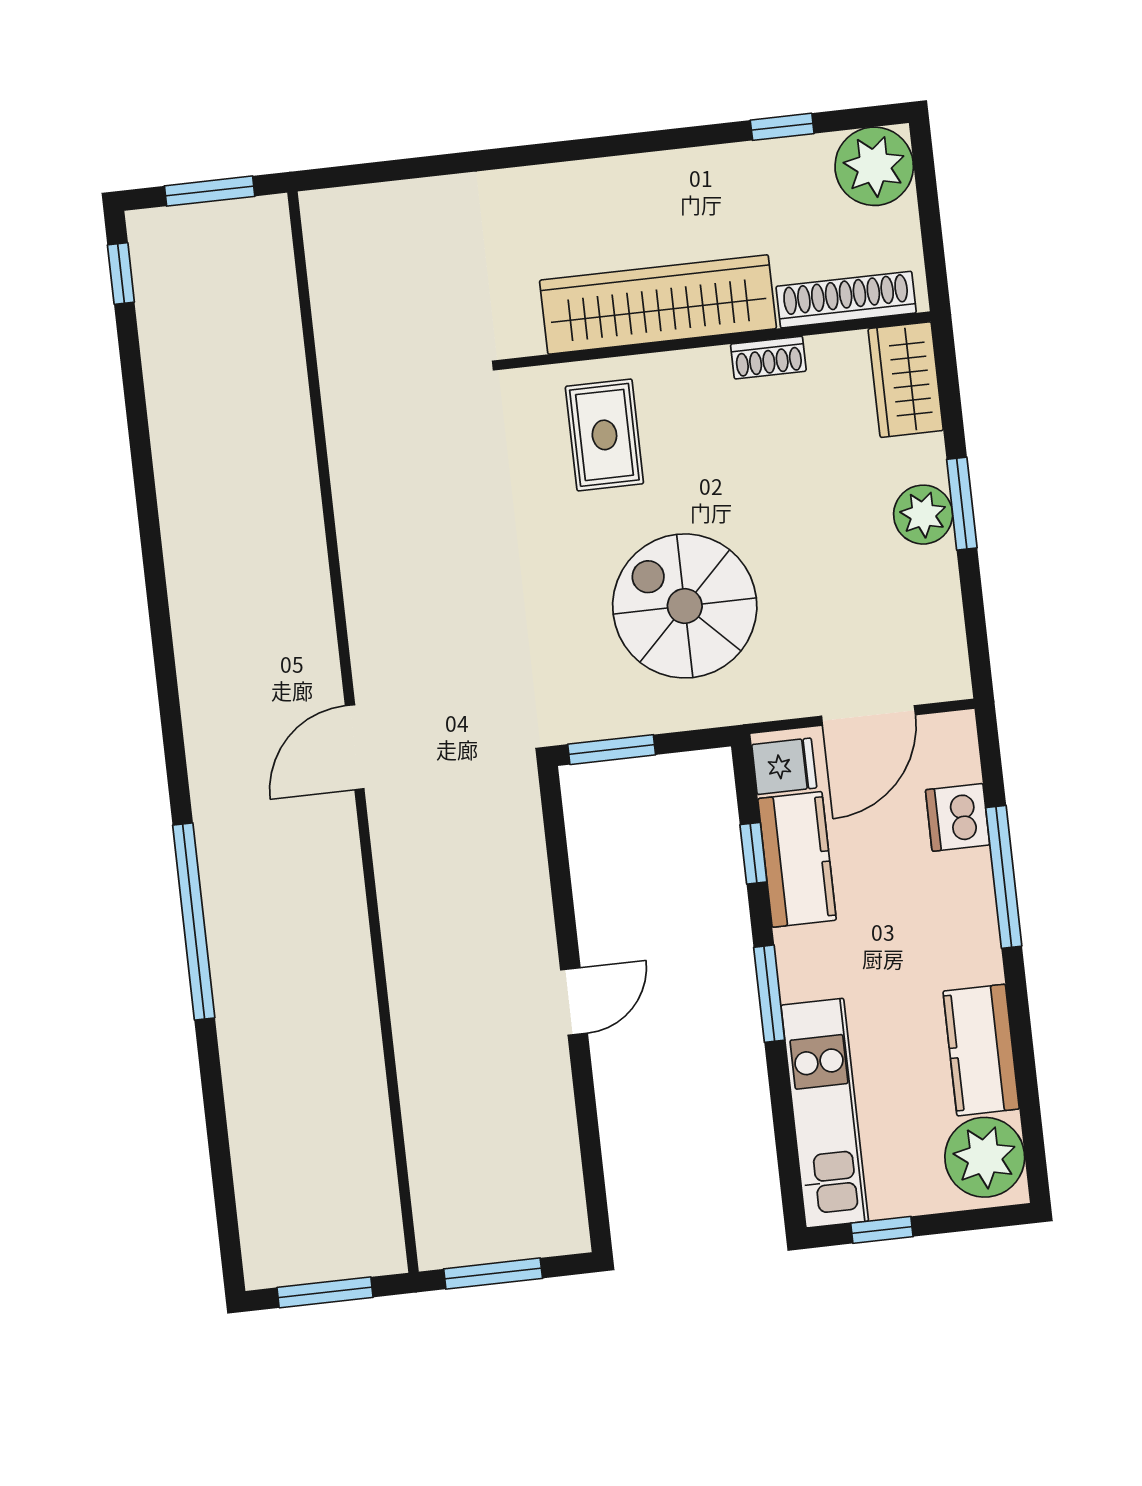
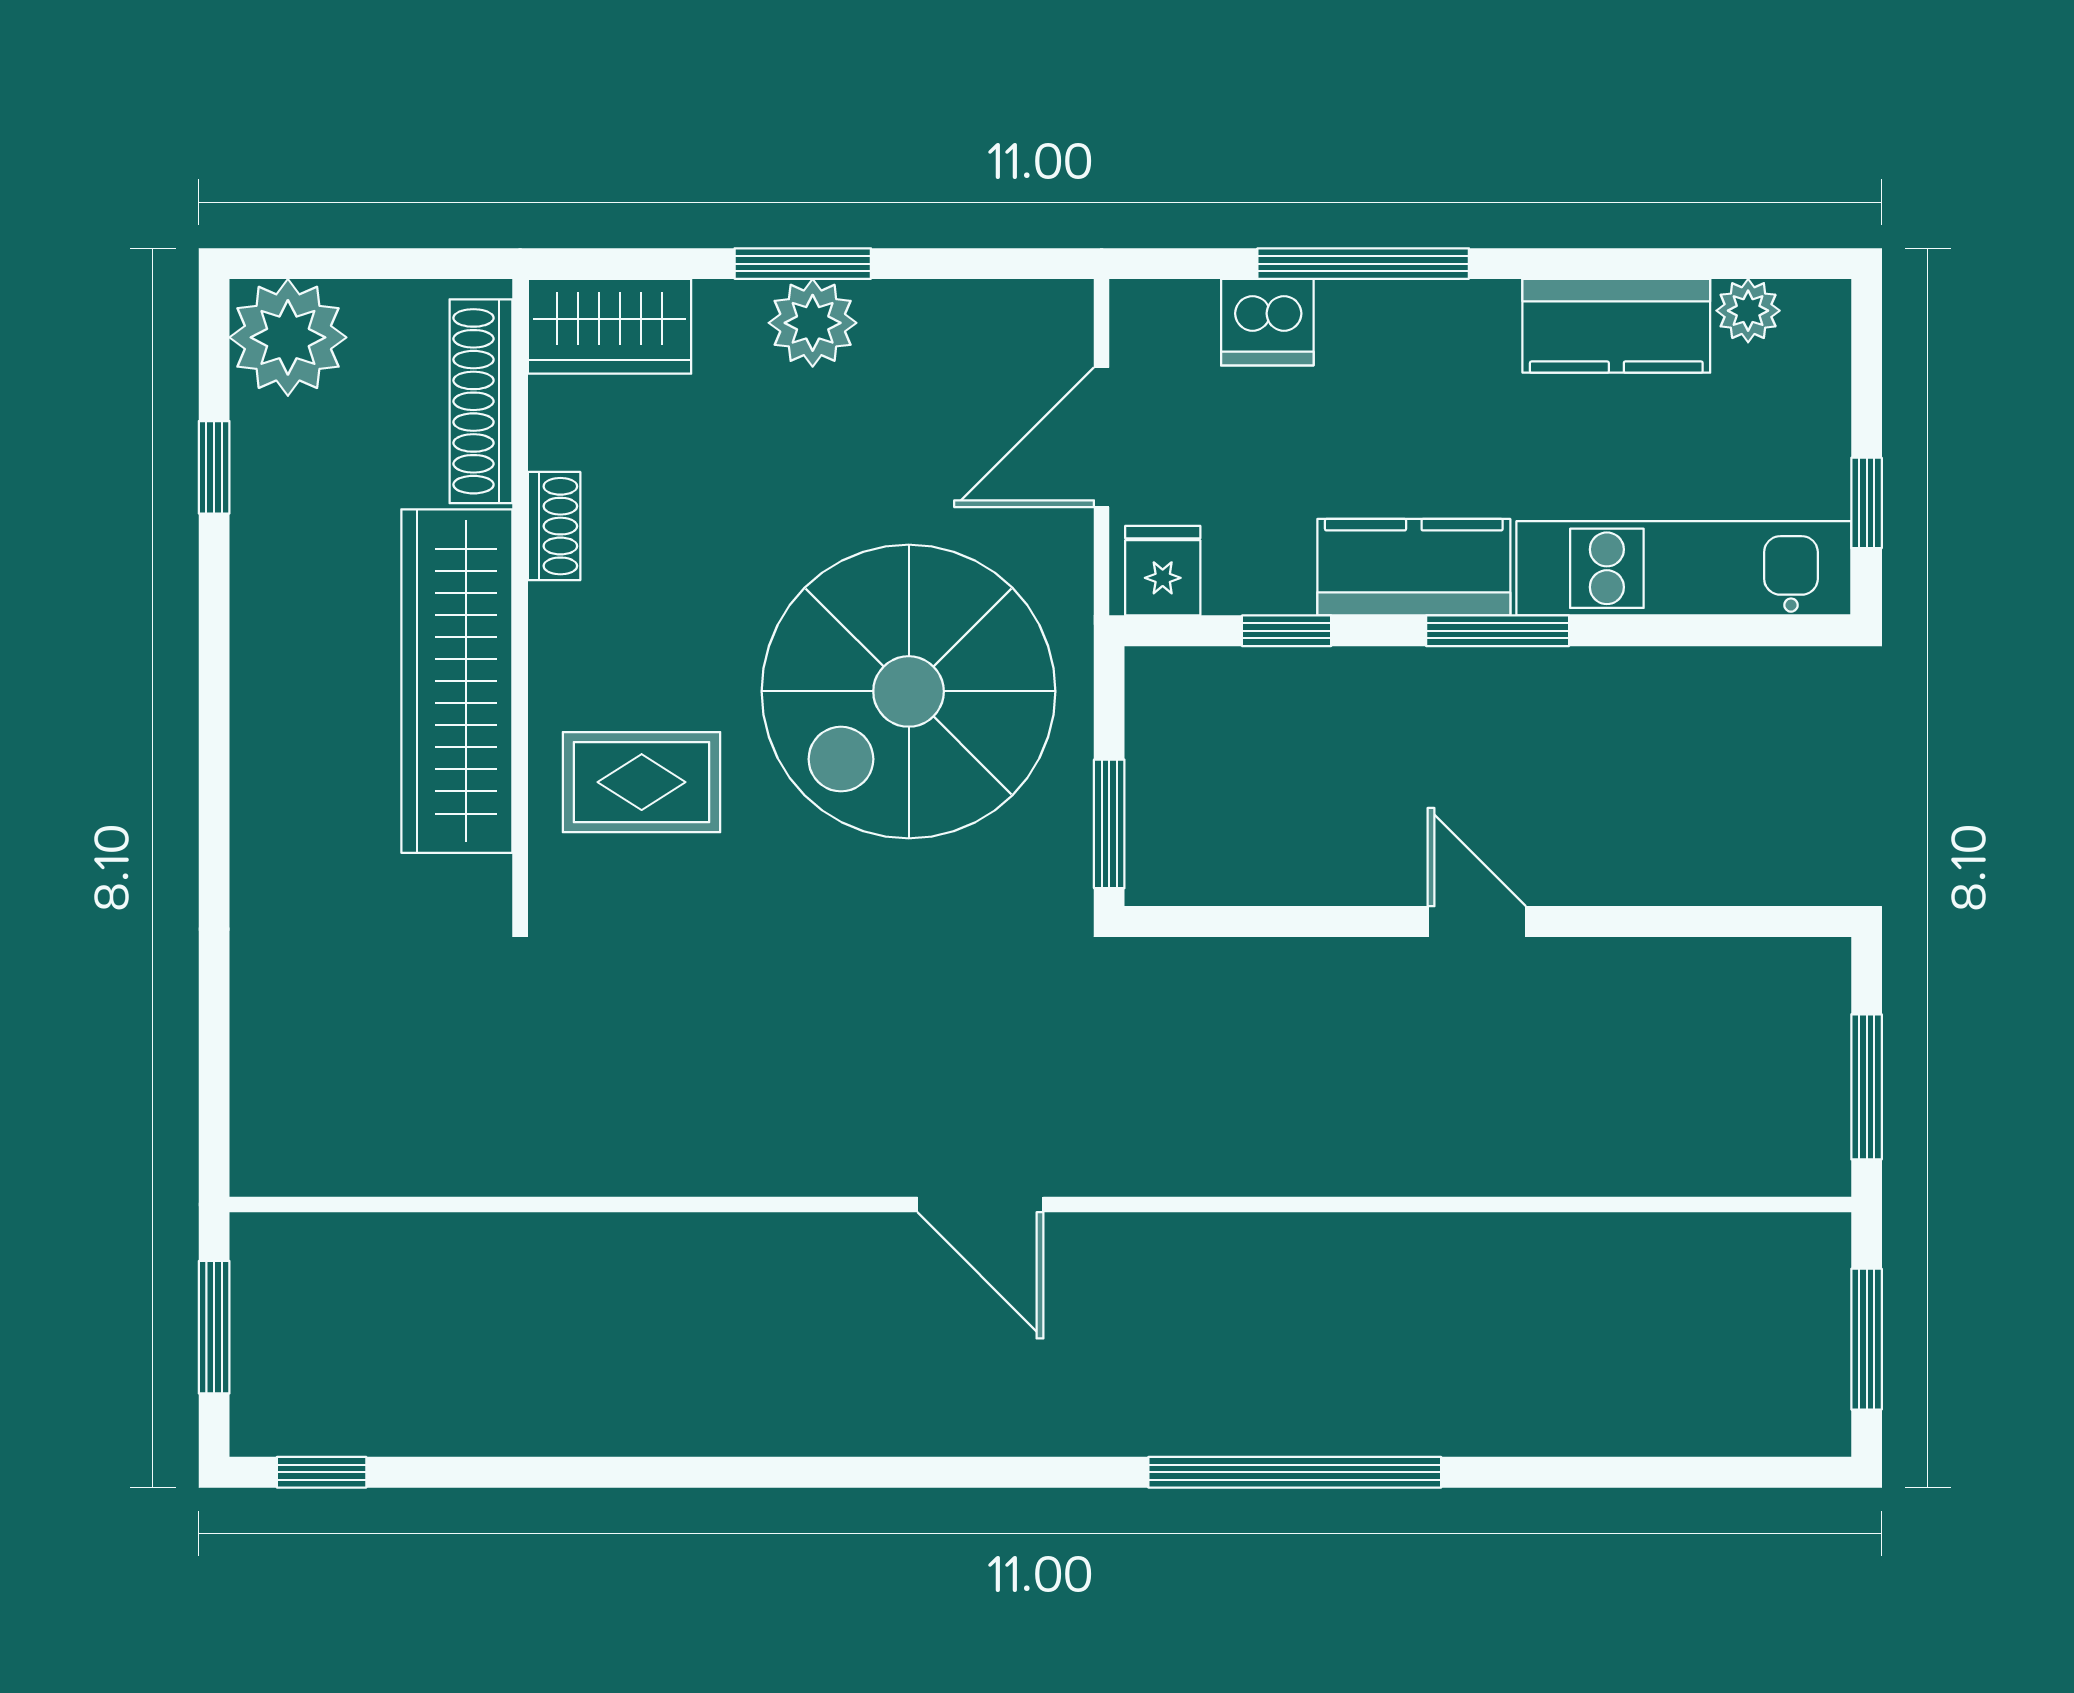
spiral stairs: (685, 606) -> (909, 691), width x1.37, depth x1.37
door: (868, 716) -> (1102, 437), swing flipped
door: (355, 747) -> (980, 1205), moved
kitchen counter: (797, 859) -> (1414, 567), moved
plant: (985, 1157) -> (1748, 311), width x0.53, depth x0.53

